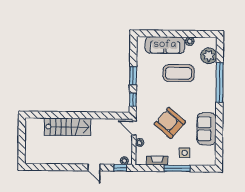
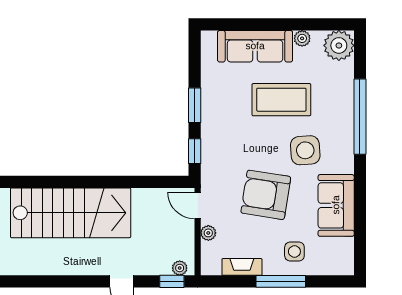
plant: (209, 56) -> (339, 45), moved
side table: (191, 100) -> (305, 150), added
armchair: (170, 123) -> (266, 195), turned -32
stairs: (68, 127) -> (71, 213), width x1.36, depth x1.51

